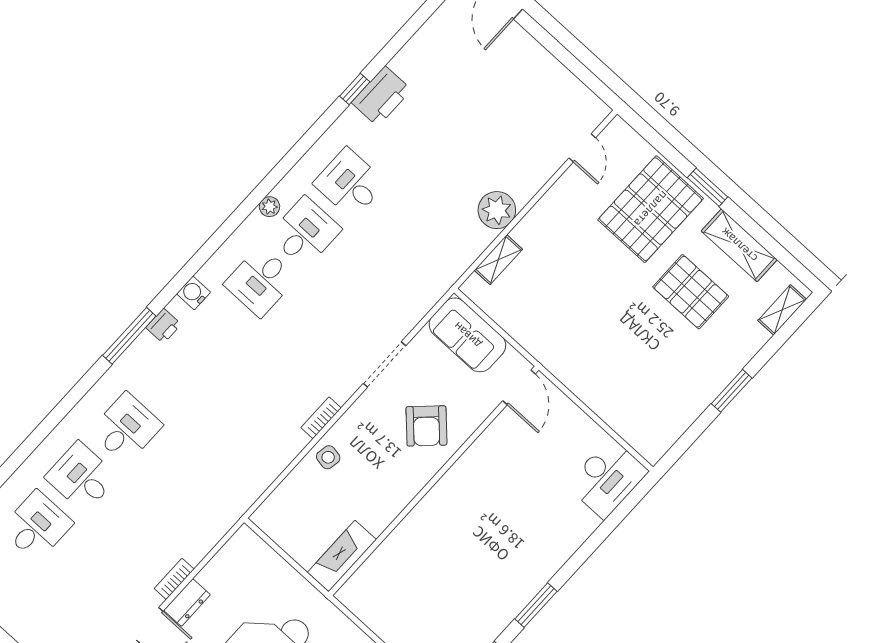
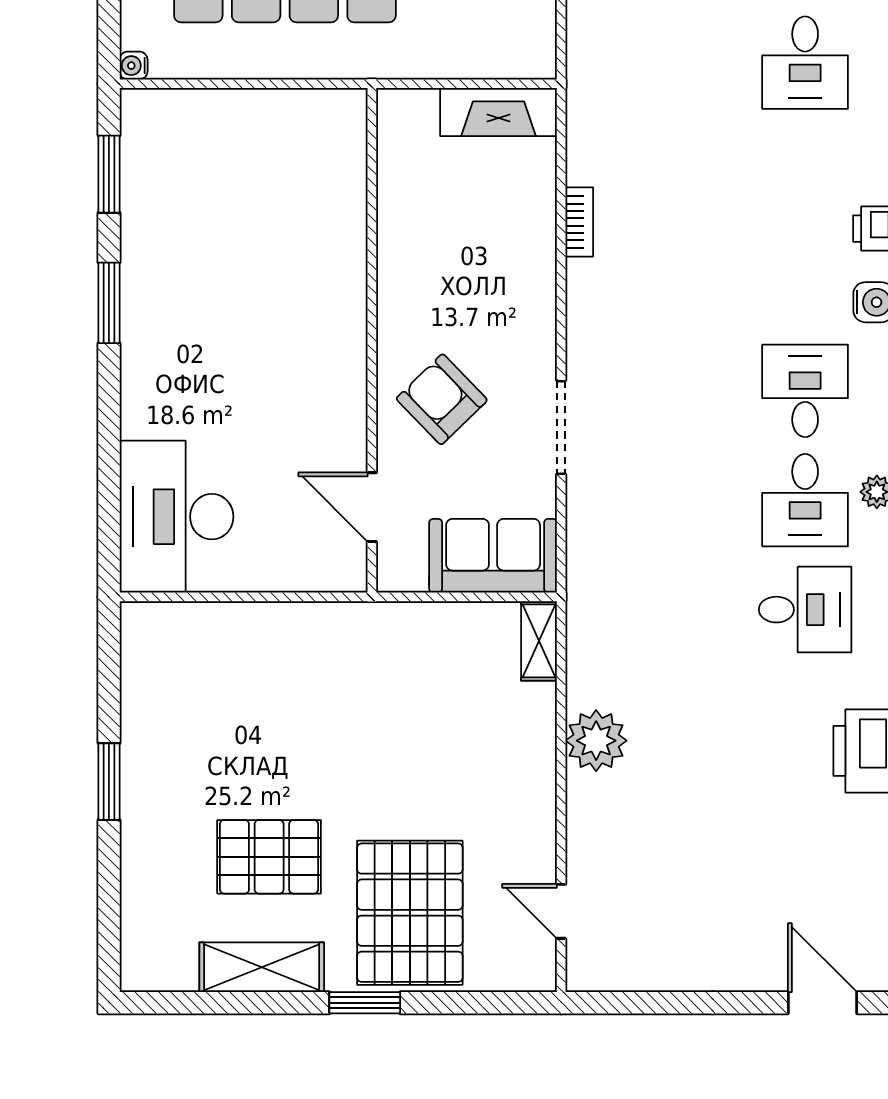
shelving: (498, 260) -> (539, 641), moved
shelving: (782, 310) -> (138, 936), removed
door: (519, 387) -> (372, 507), moved
bookcase: (321, 418) -> (579, 222), moved
side table: (328, 457) -> (527, 252), removed
desk: (607, 478) -> (176, 517), width x1.36, depth x1.30
fireplace: (342, 556) -> (498, 112), moved, turned 90

